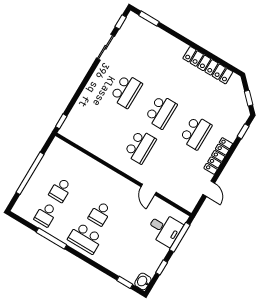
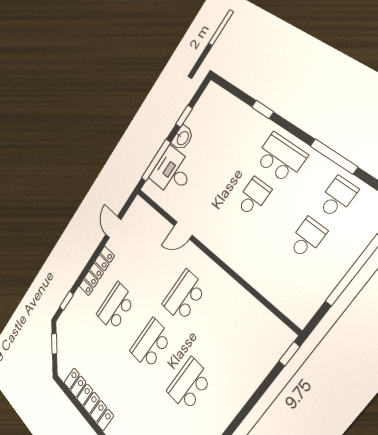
door: (149, 190) -> (183, 231), swing flipped
washbasin: (143, 281) -> (182, 138), moved
window: (125, 282) -> (263, 109), moved

